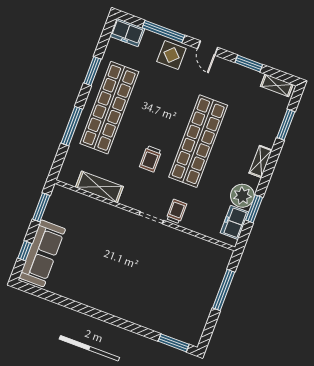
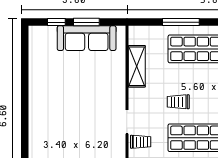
window: (41, 207) -> (86, 22), moved
sofa: (42, 253) -> (87, 38), moved

